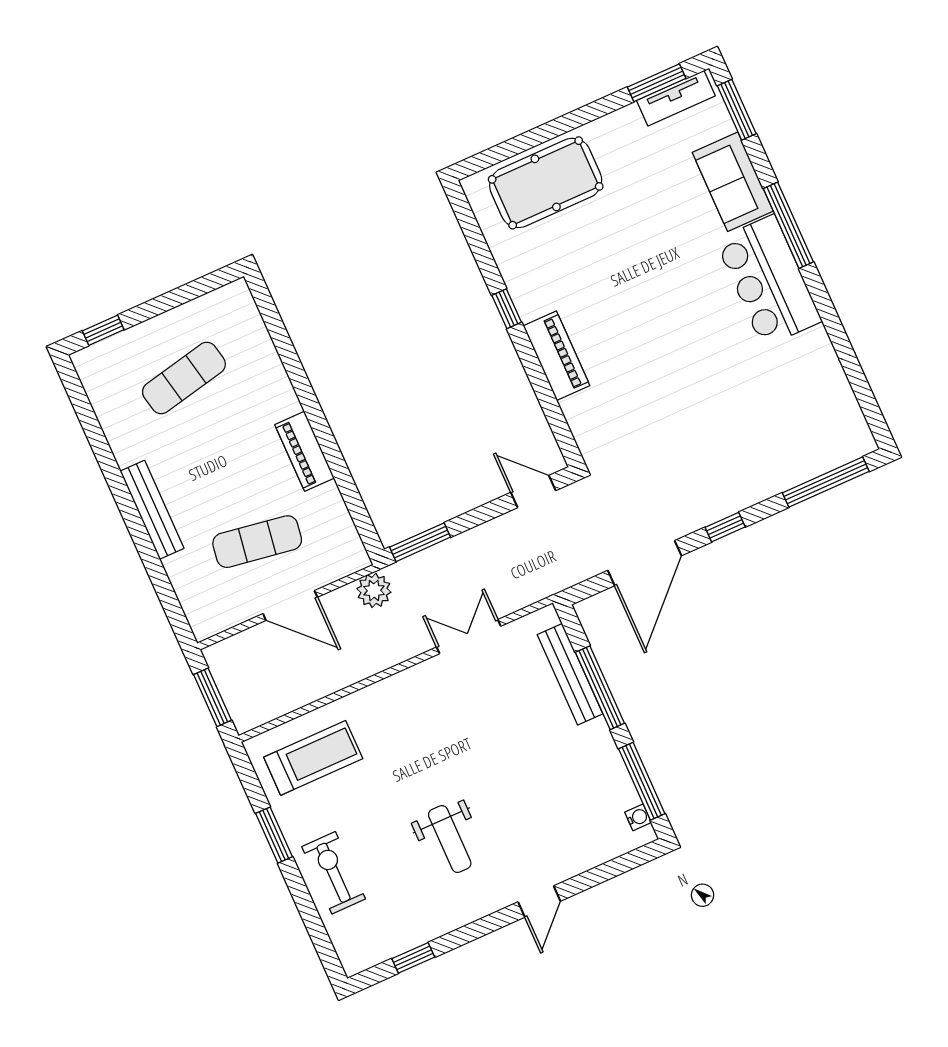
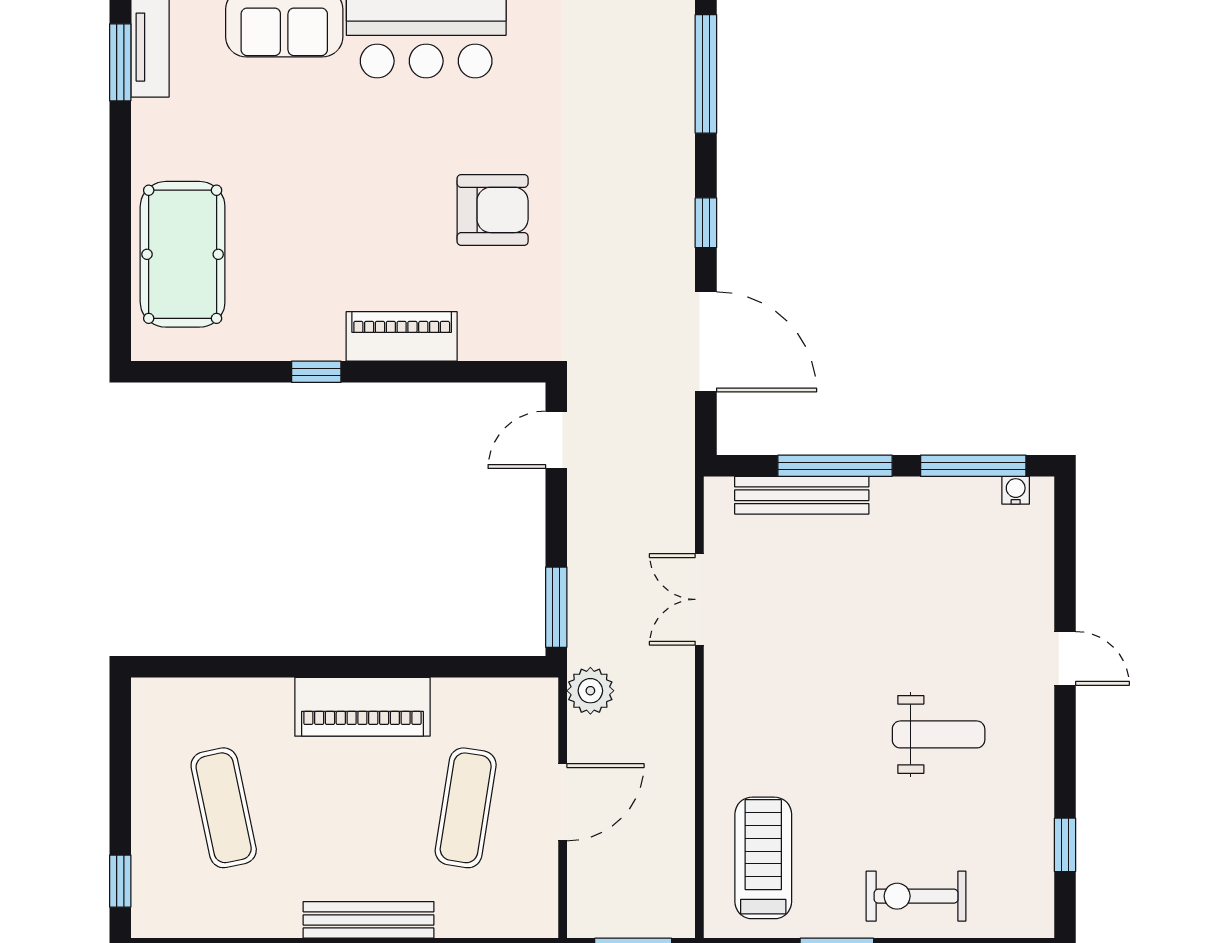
armchair: (669, 379) -> (493, 210), added
piano: (305, 451) -> (362, 707), width x1.37, depth x1.33

